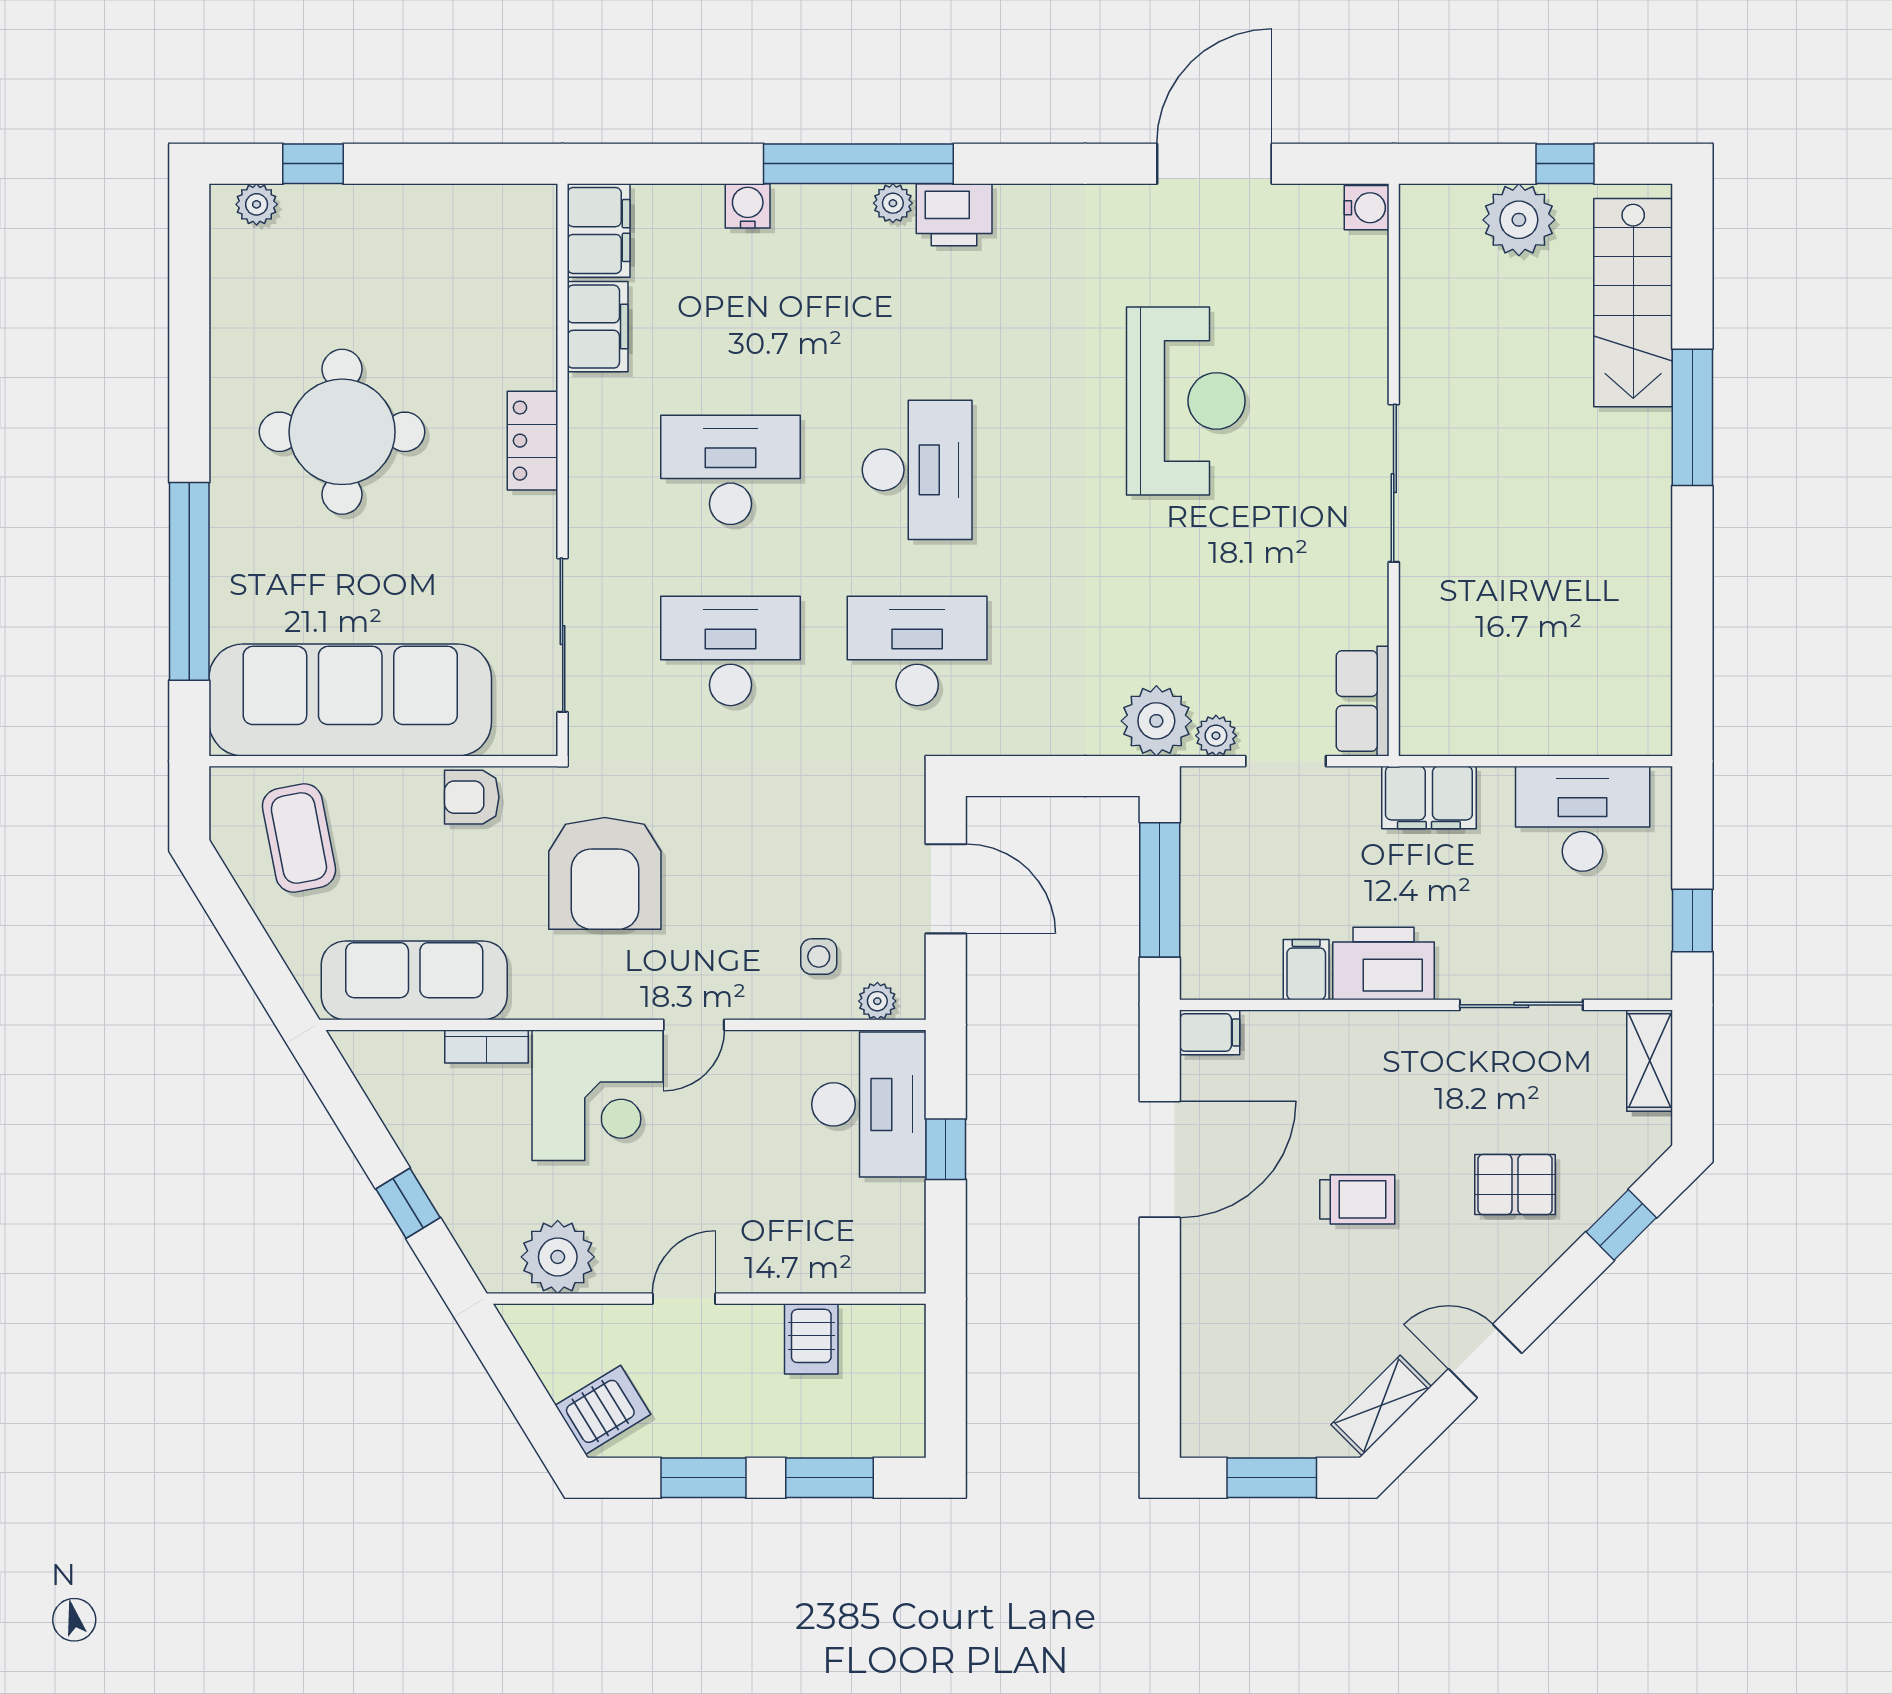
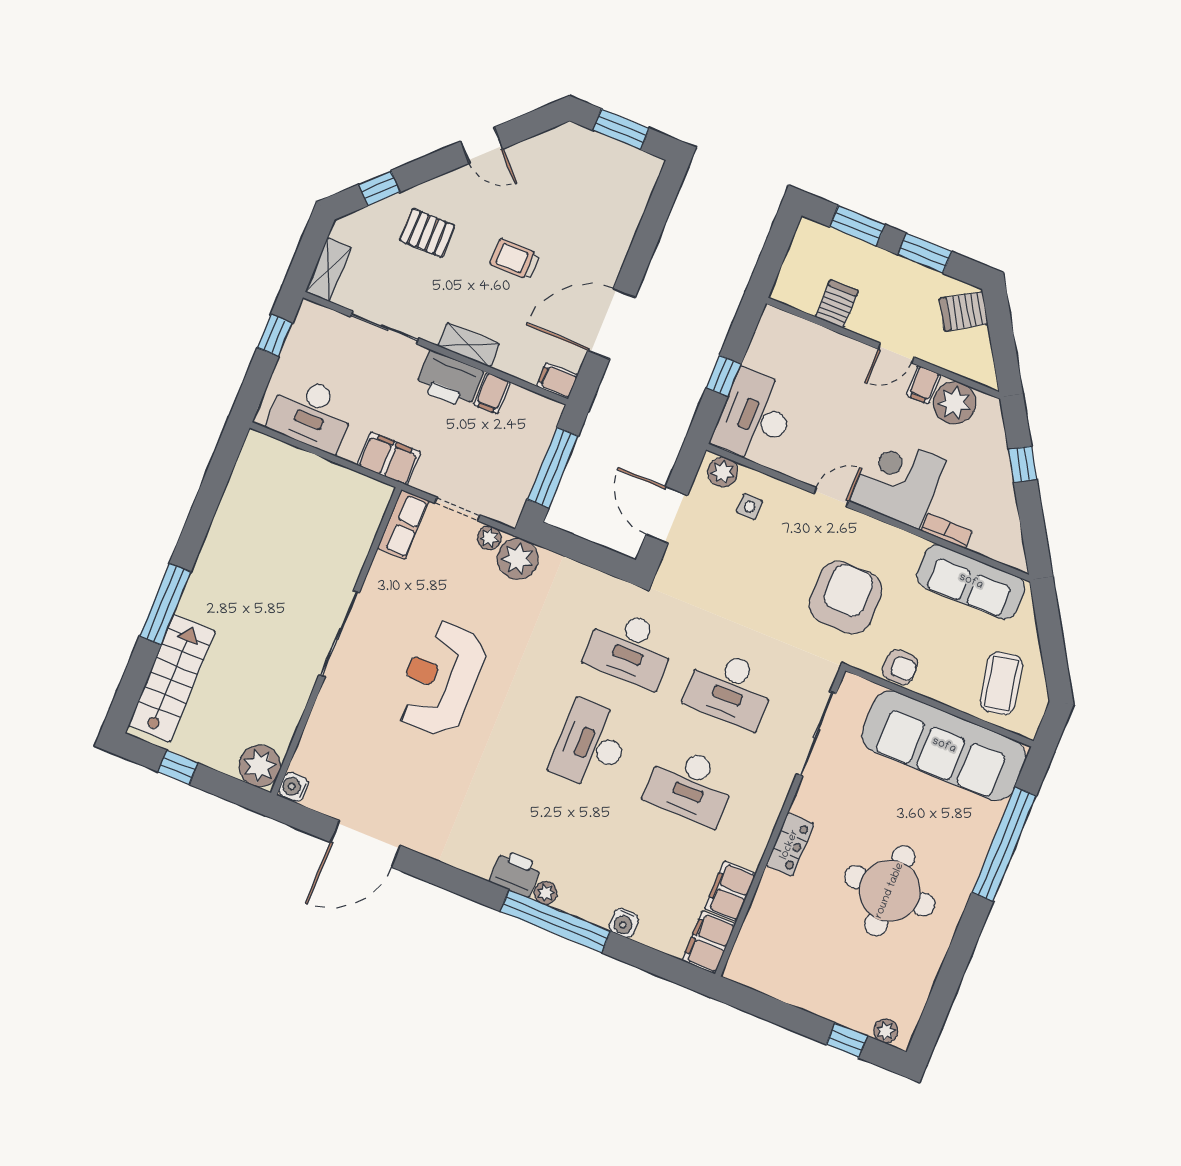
plant: (1519, 220) -> (260, 766), moved
reception desk: (1186, 401) -> (441, 678), moved
plant: (877, 1001) -> (723, 472), width x1.38, depth x1.38
filing cabinet: (619, 1266) -> (923, 385), added
shelving: (1381, 1405) -> (469, 345), moved, turned 45

